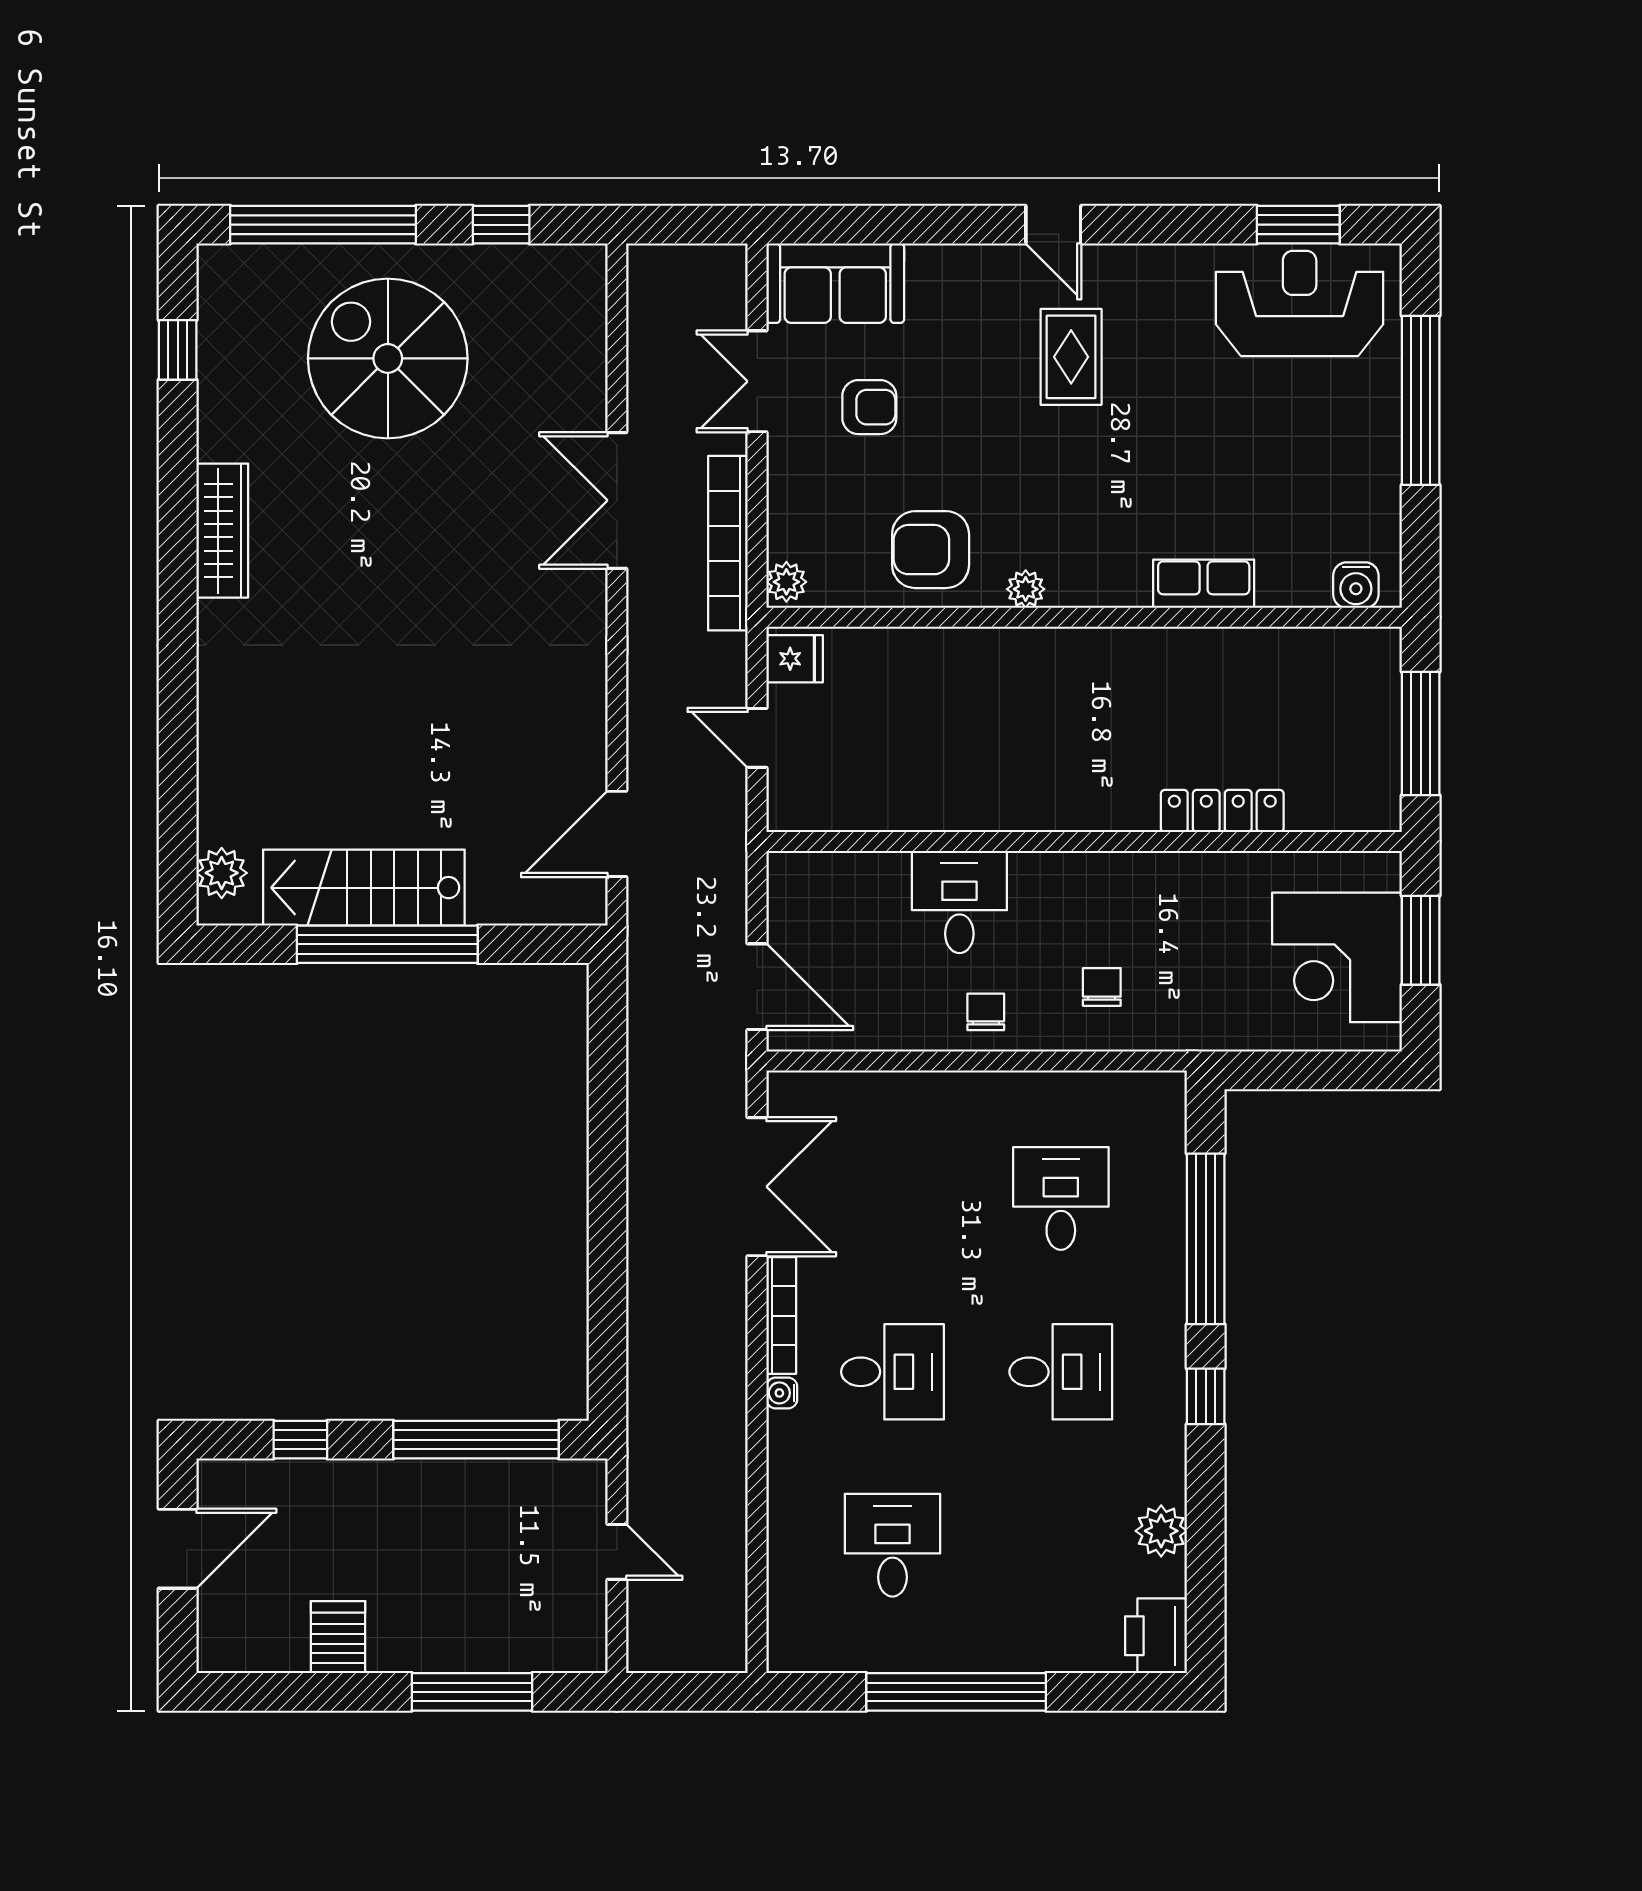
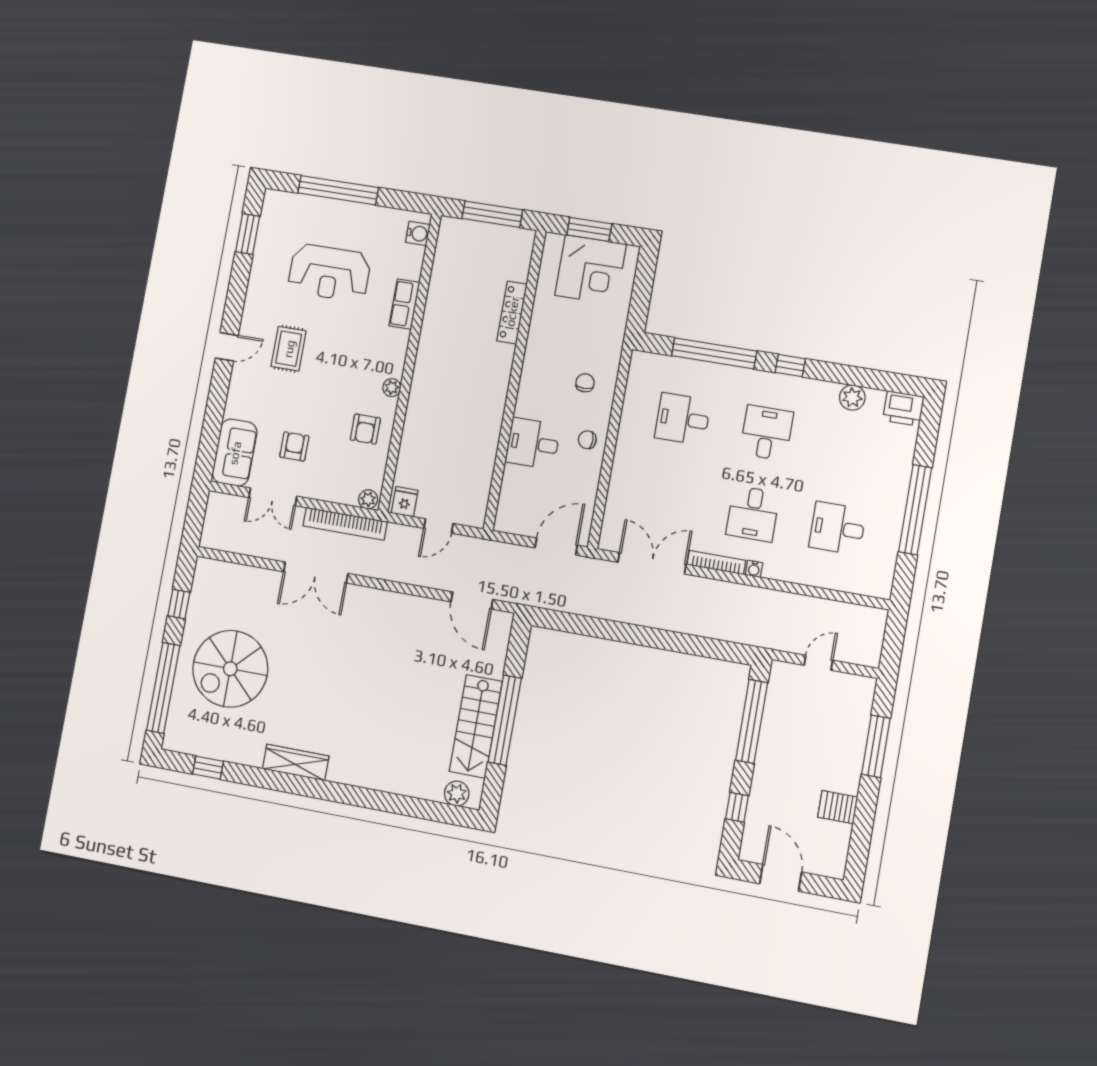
reception desk: (1300, 303) -> (329, 273), moved, turned -90
rug: (1071, 357) -> (289, 349), turned 90
armchair: (931, 550) -> (365, 429), width x0.72, depth x0.72
chair: (1102, 987) -> (585, 383), turned 90
desk: (892, 1372) -> (753, 514), turned 180

